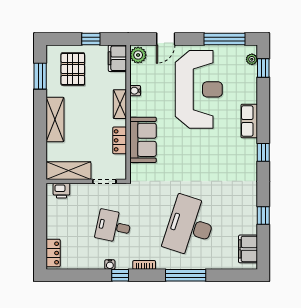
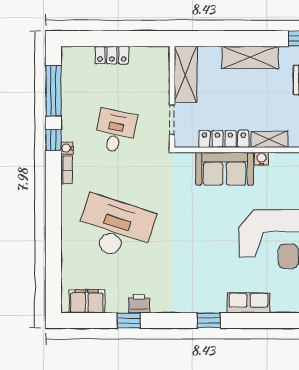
water cooler: (135, 91) -> (261, 159), moved
locker: (120, 140) -> (224, 139), width x1.53
printer: (61, 191) -> (139, 304), moved, turned 90
locker: (53, 253) -> (112, 55), moved
water cooler: (110, 265) -> (67, 148), moved
window: (186, 275) -> (53, 91), moved

